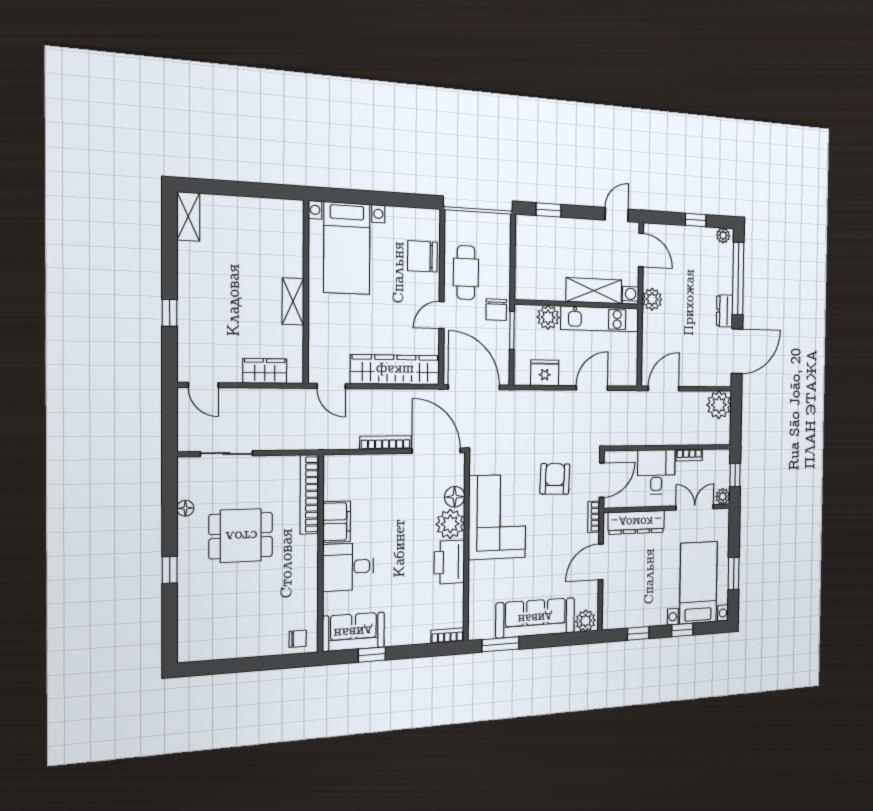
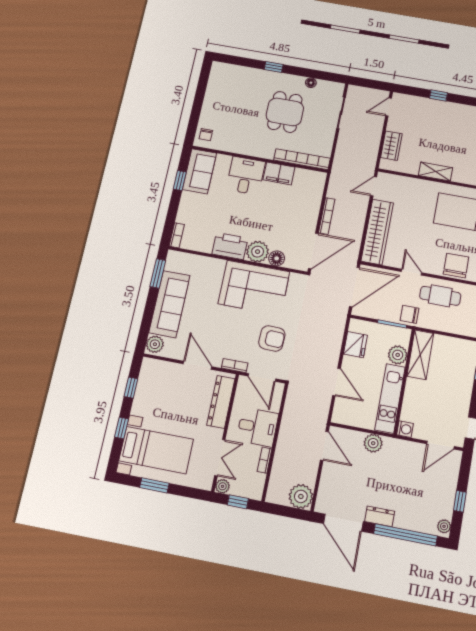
shelving: (594, 291) -> (420, 355), moved
plant: (652, 299) -> (373, 443), moved

